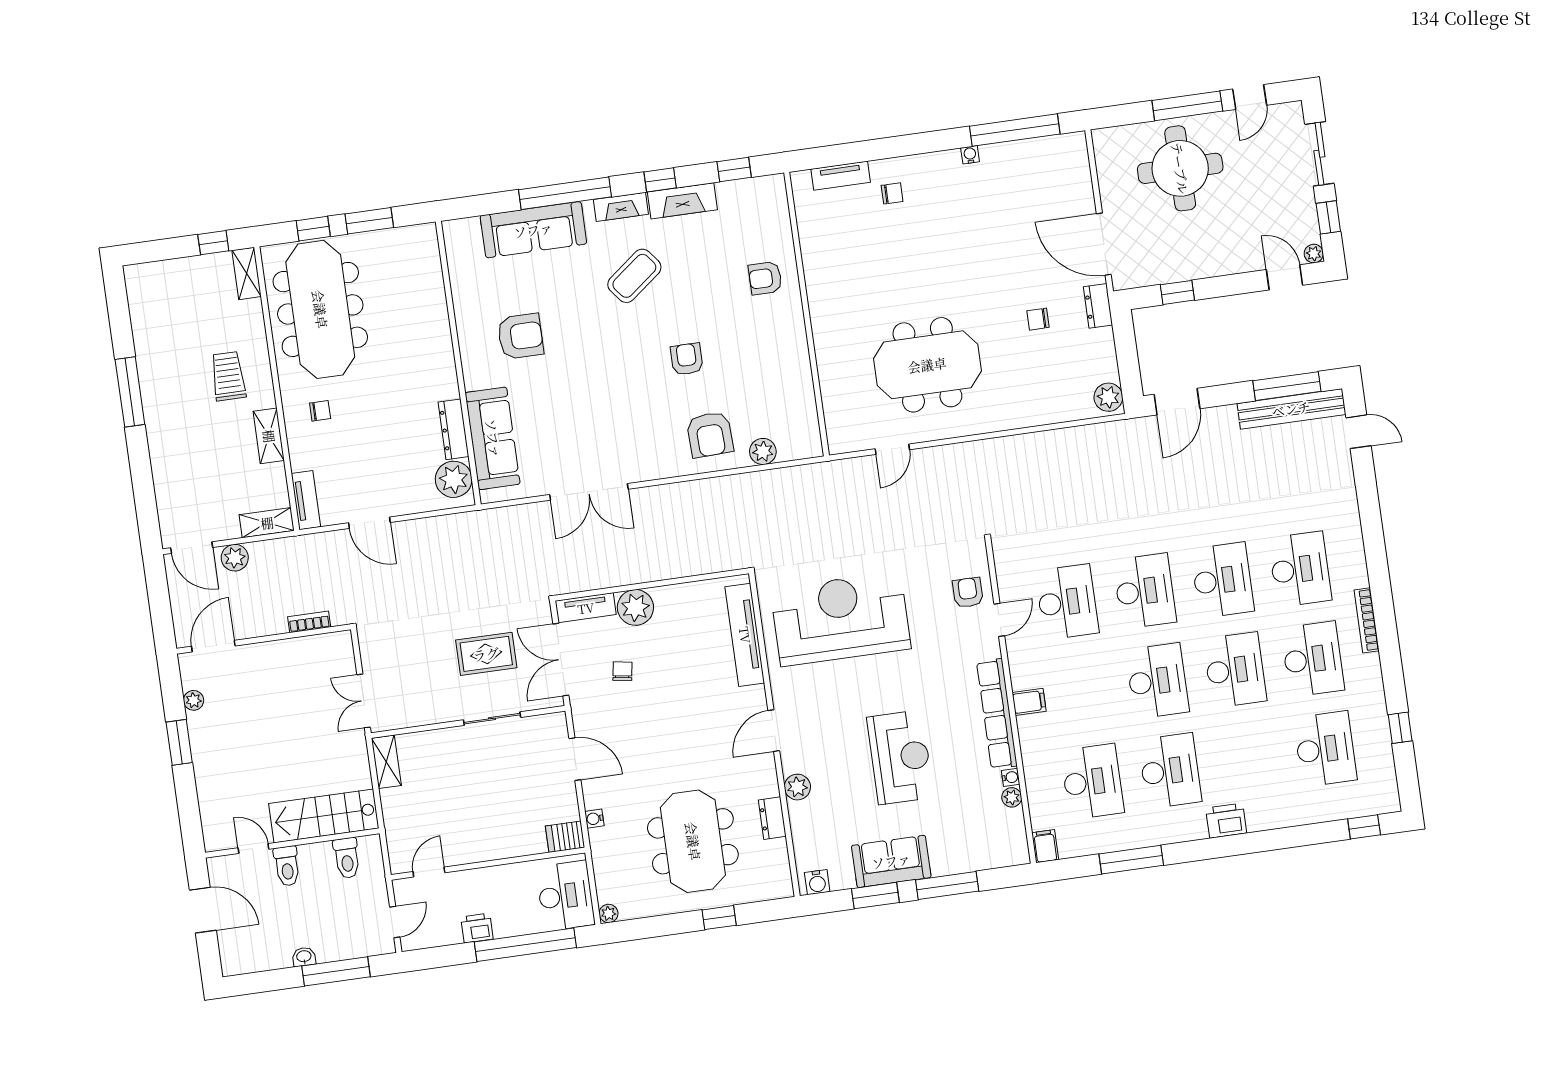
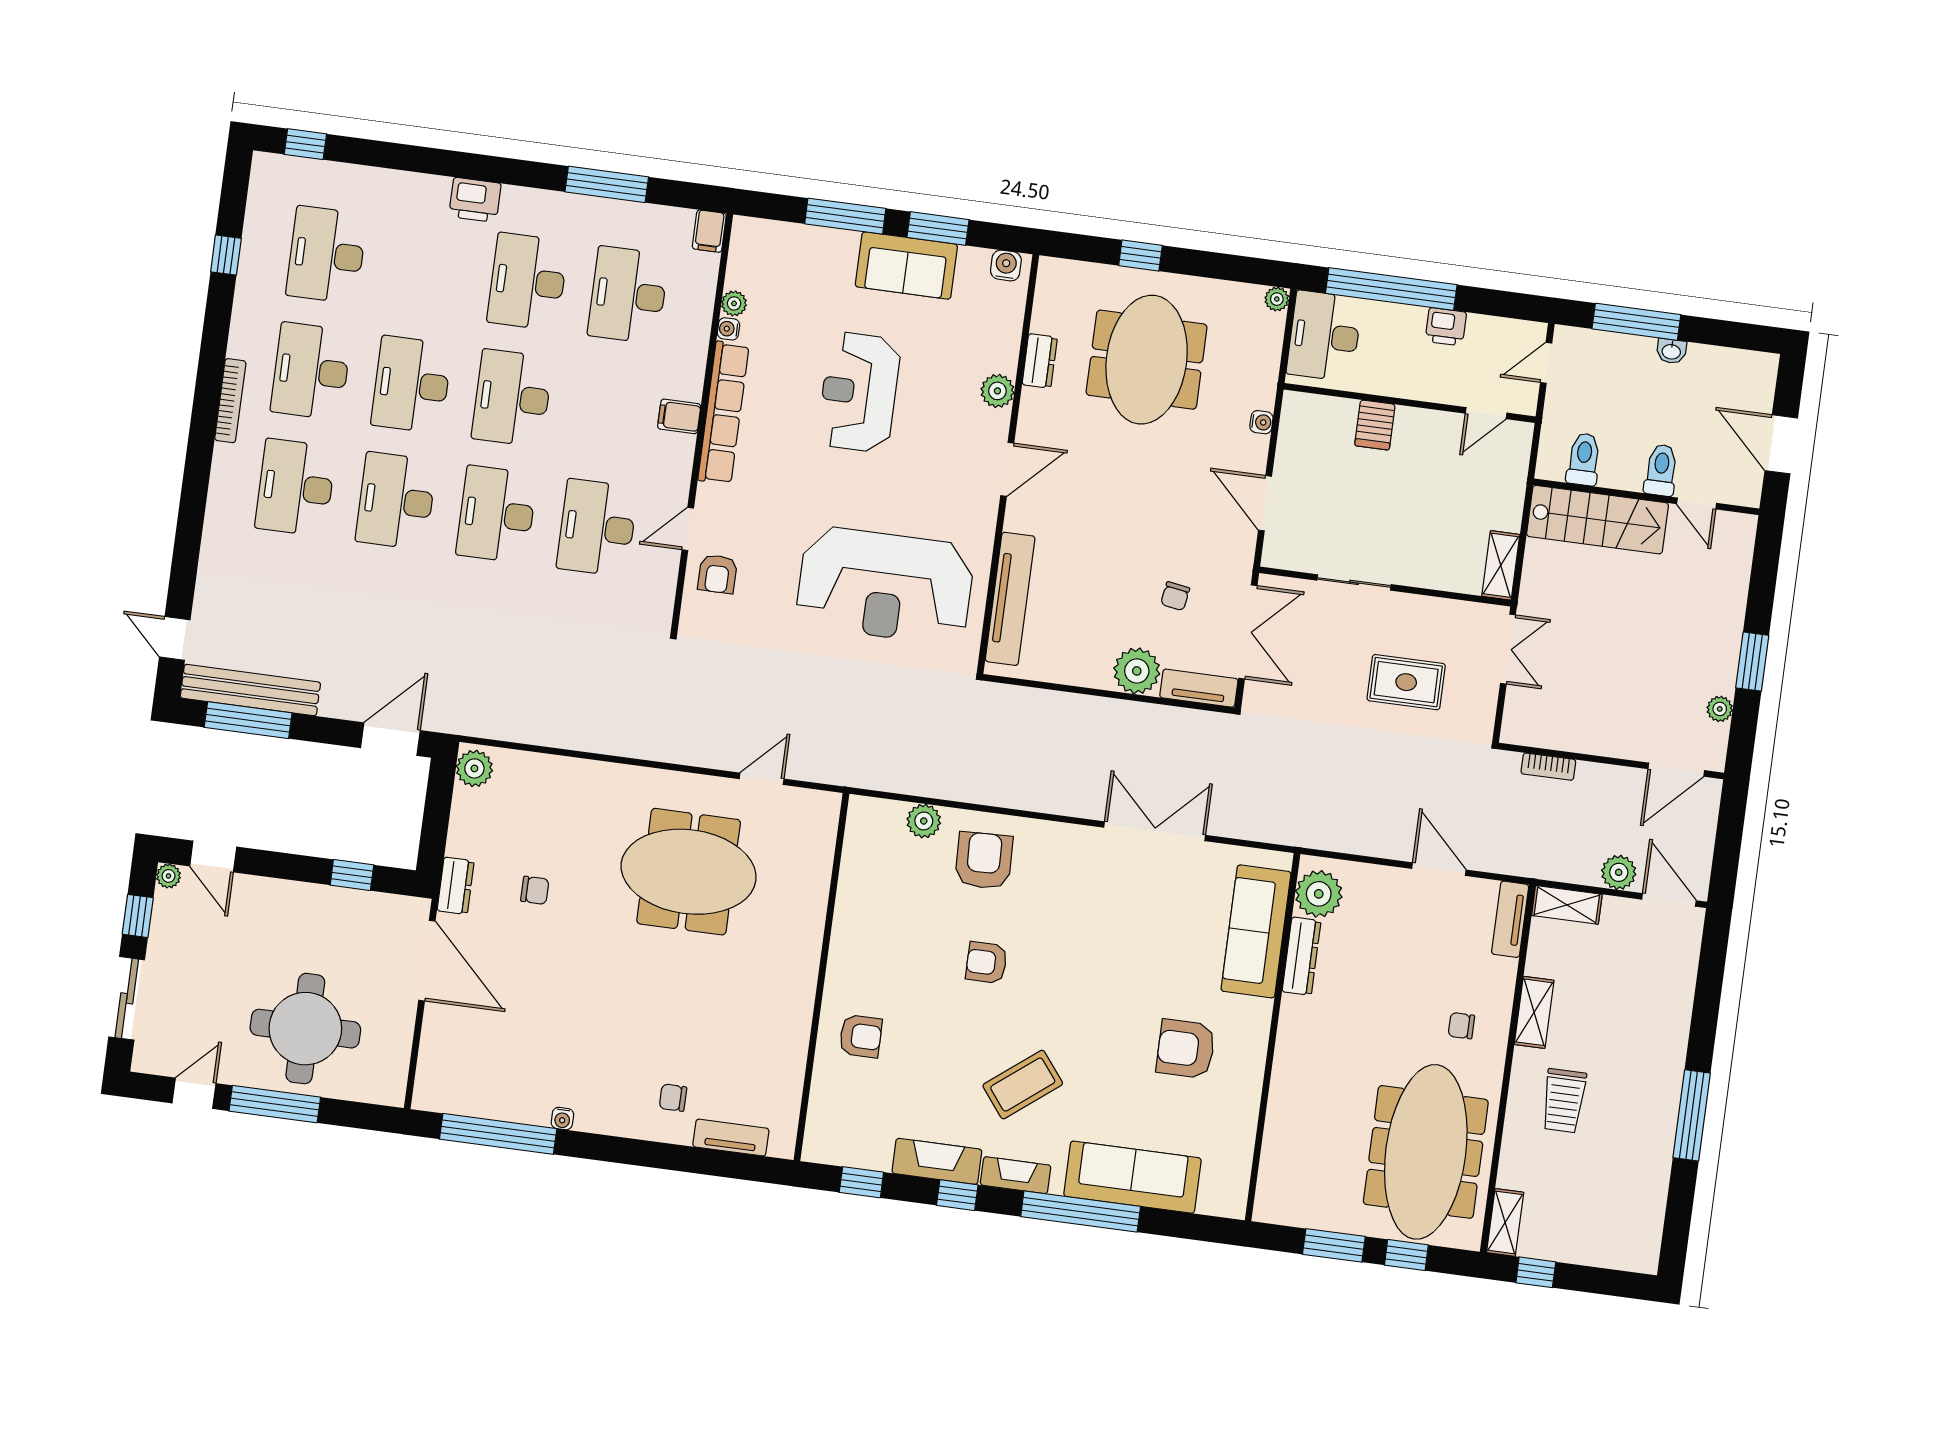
armchair: (687, 359) -> (987, 963), turned 90
rug: (486, 654) -> (1406, 682), moved
server rack: (565, 837) -> (1375, 425), moved, turned 90

